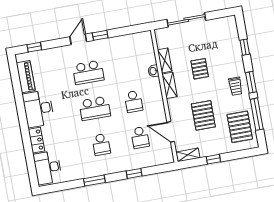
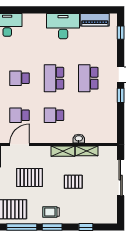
locker: (36, 140) -> (34, 19), removed

